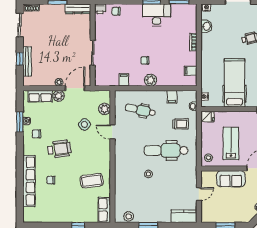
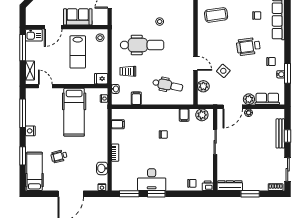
plant: (151, 80) -> (202, 115), moved

